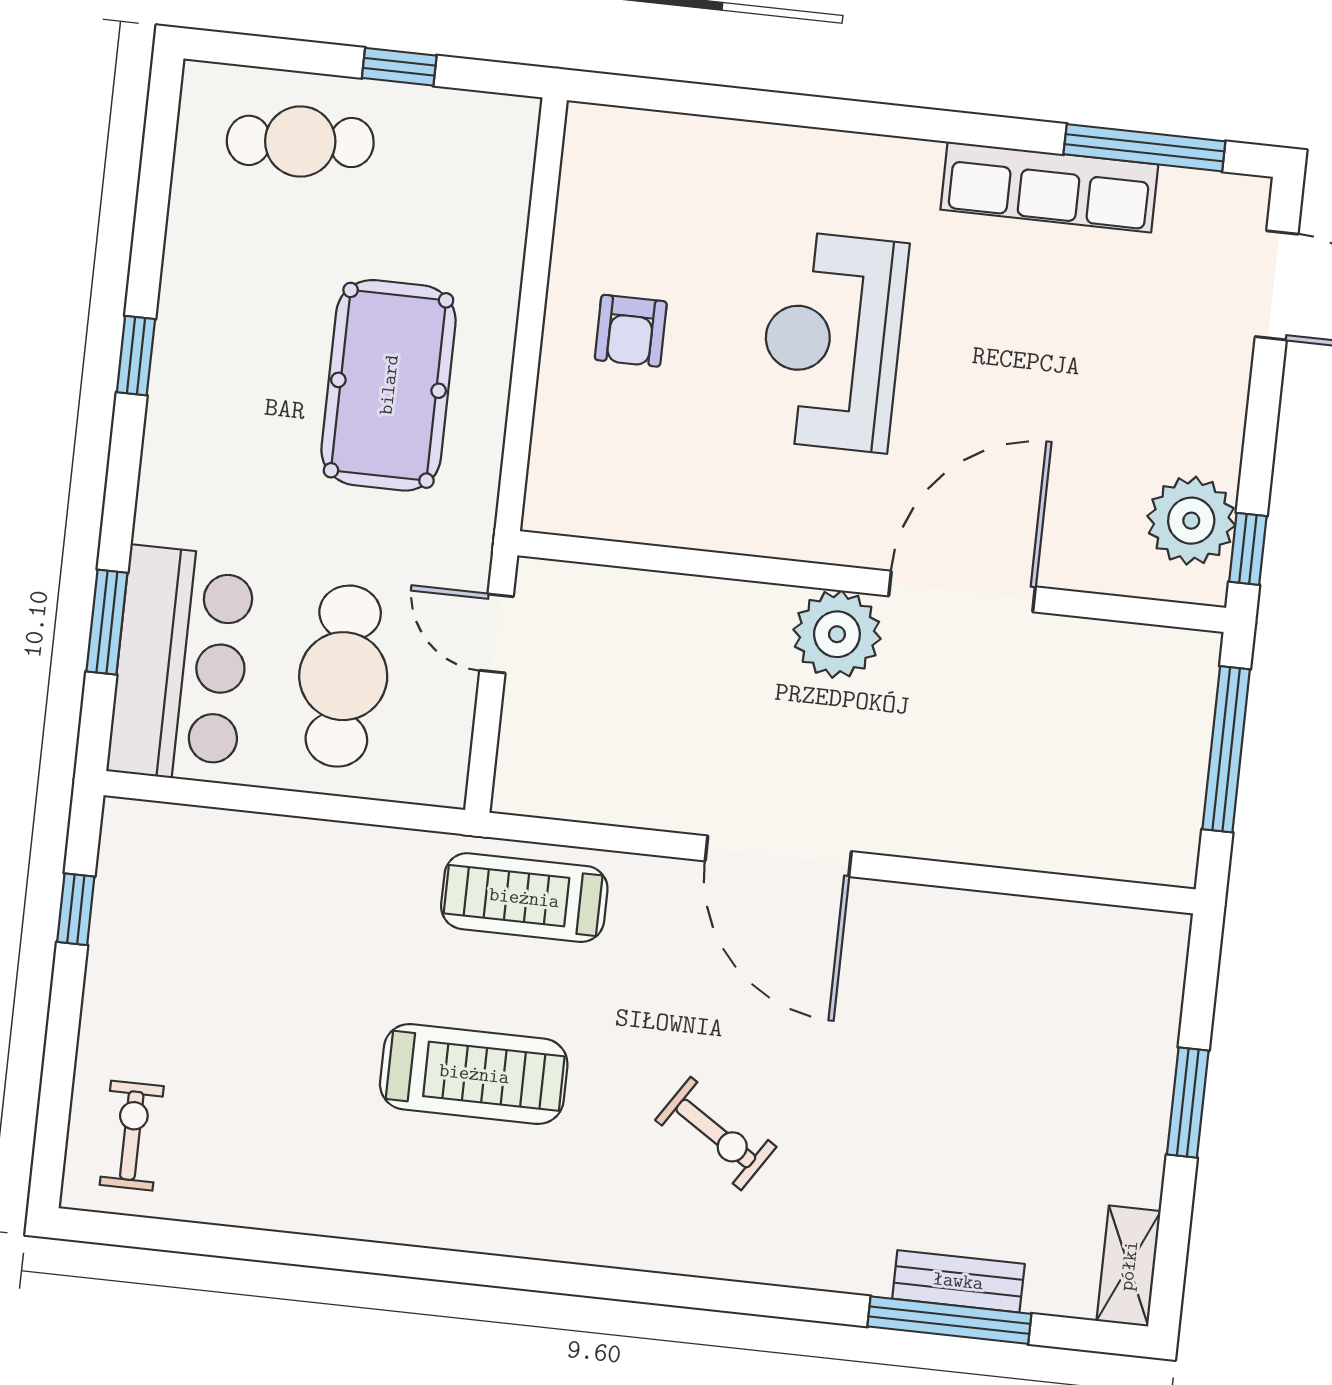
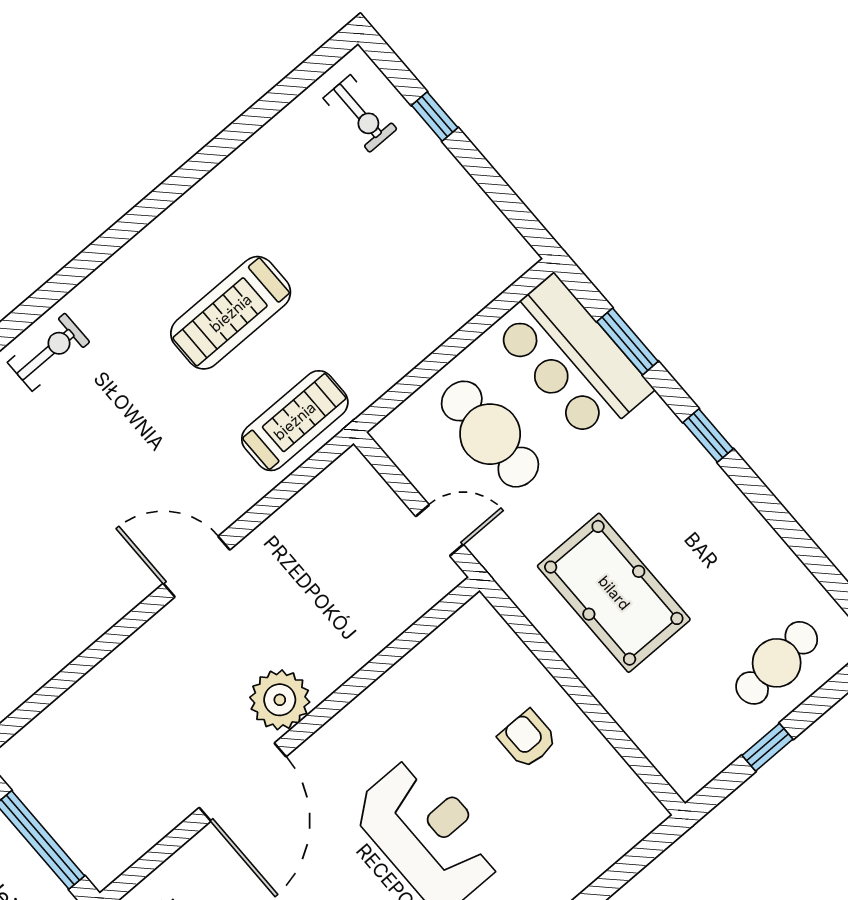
window: (136, 356) -> (708, 436), moved
door: (778, 856) -> (197, 567), width x0.73
window: (76, 909) -> (435, 117), moved
exercise bike: (716, 1133) -> (49, 352), moved, turned 147

